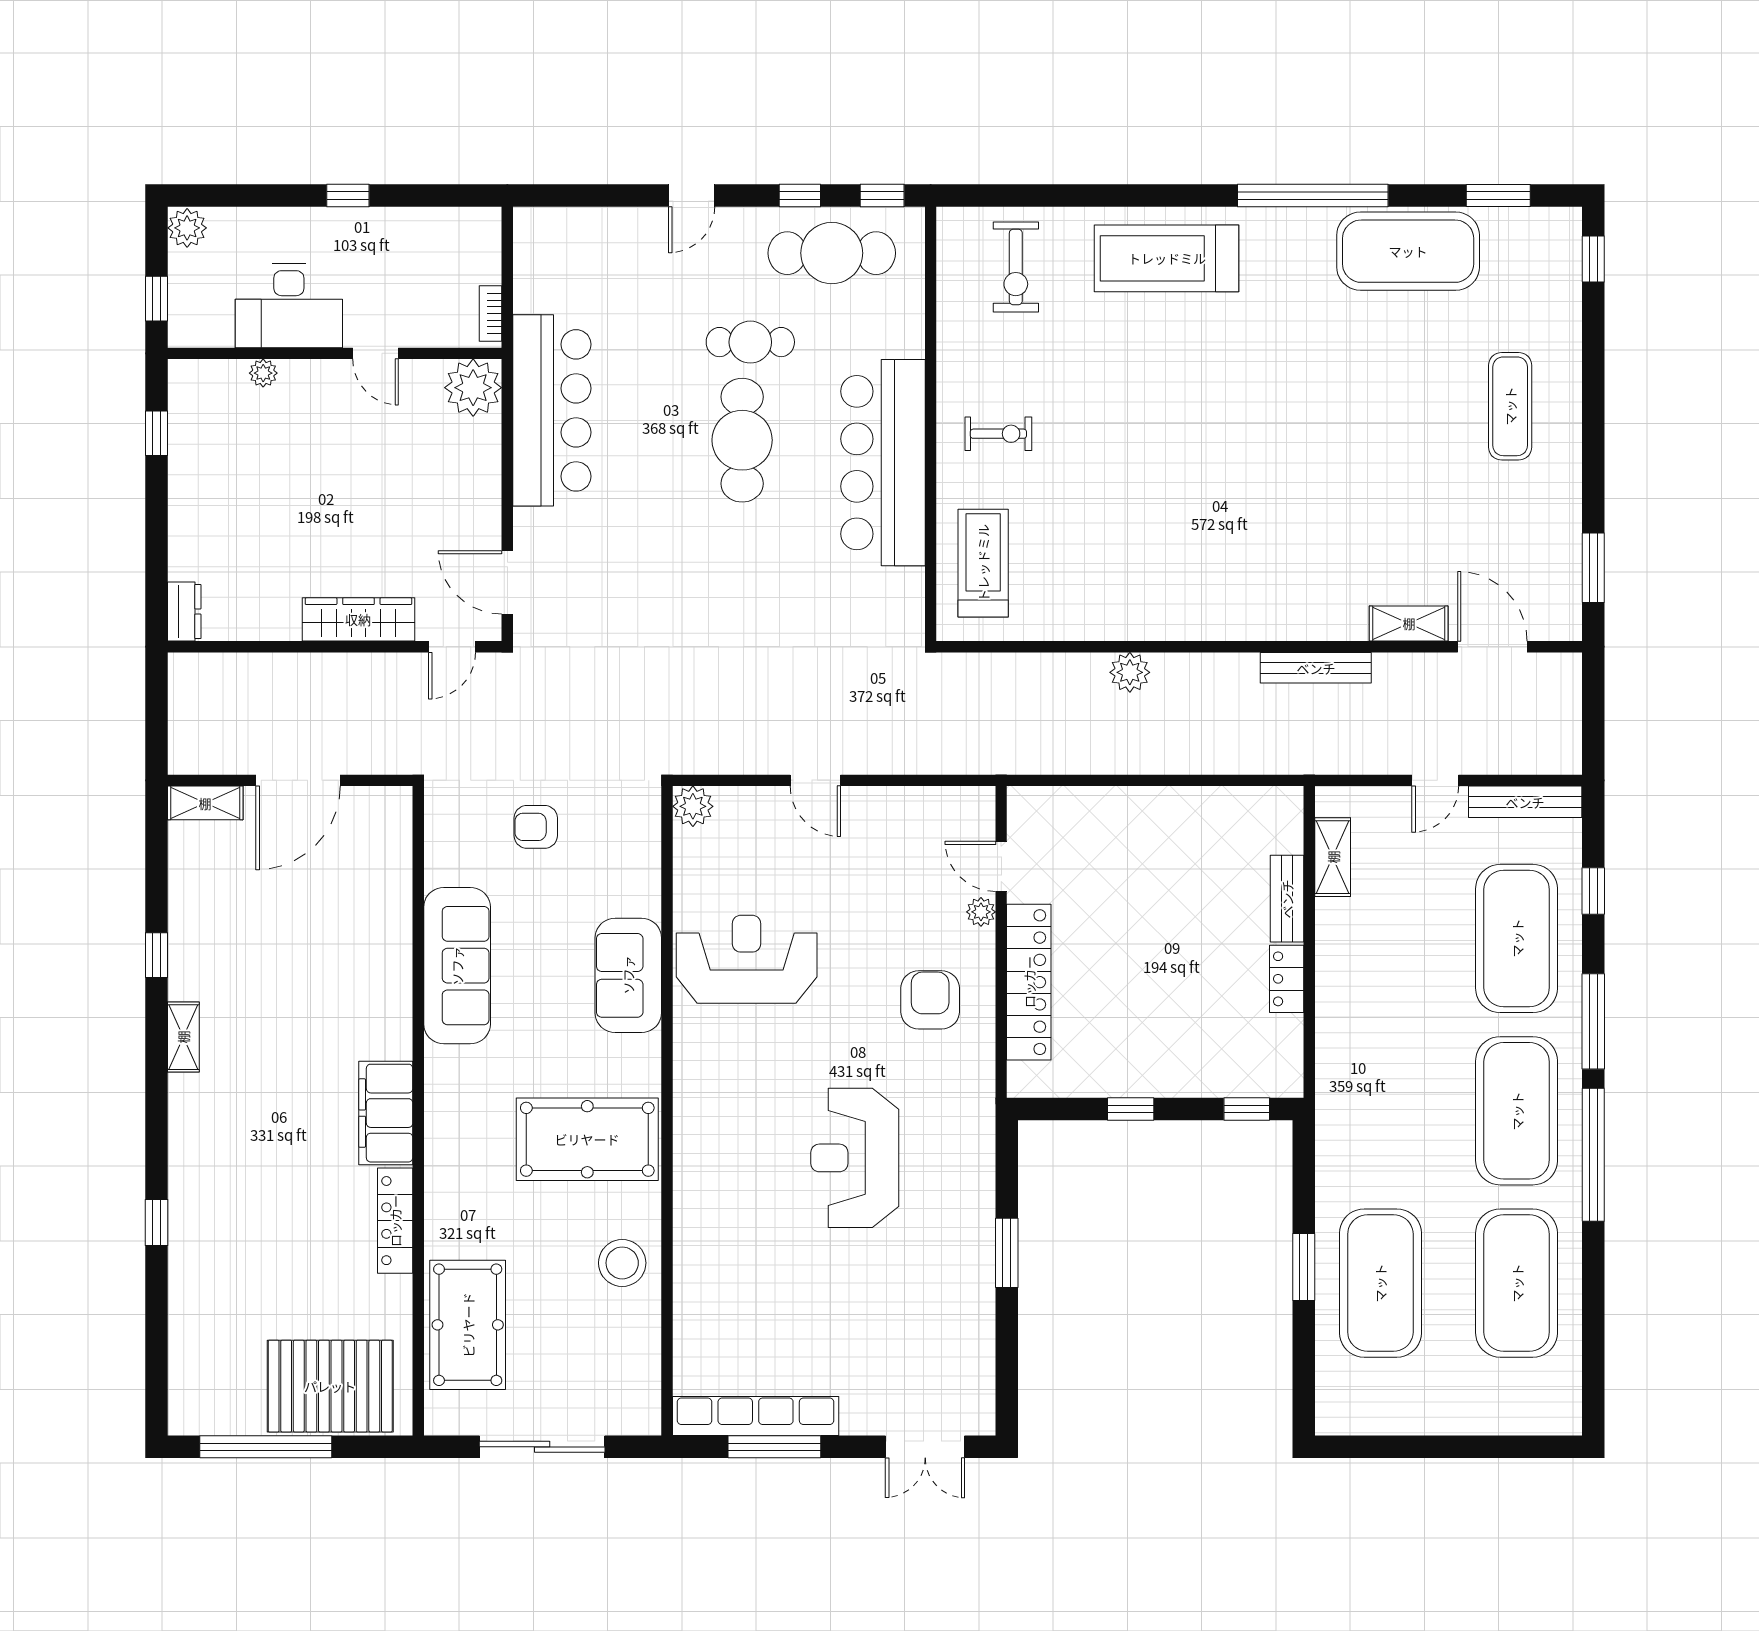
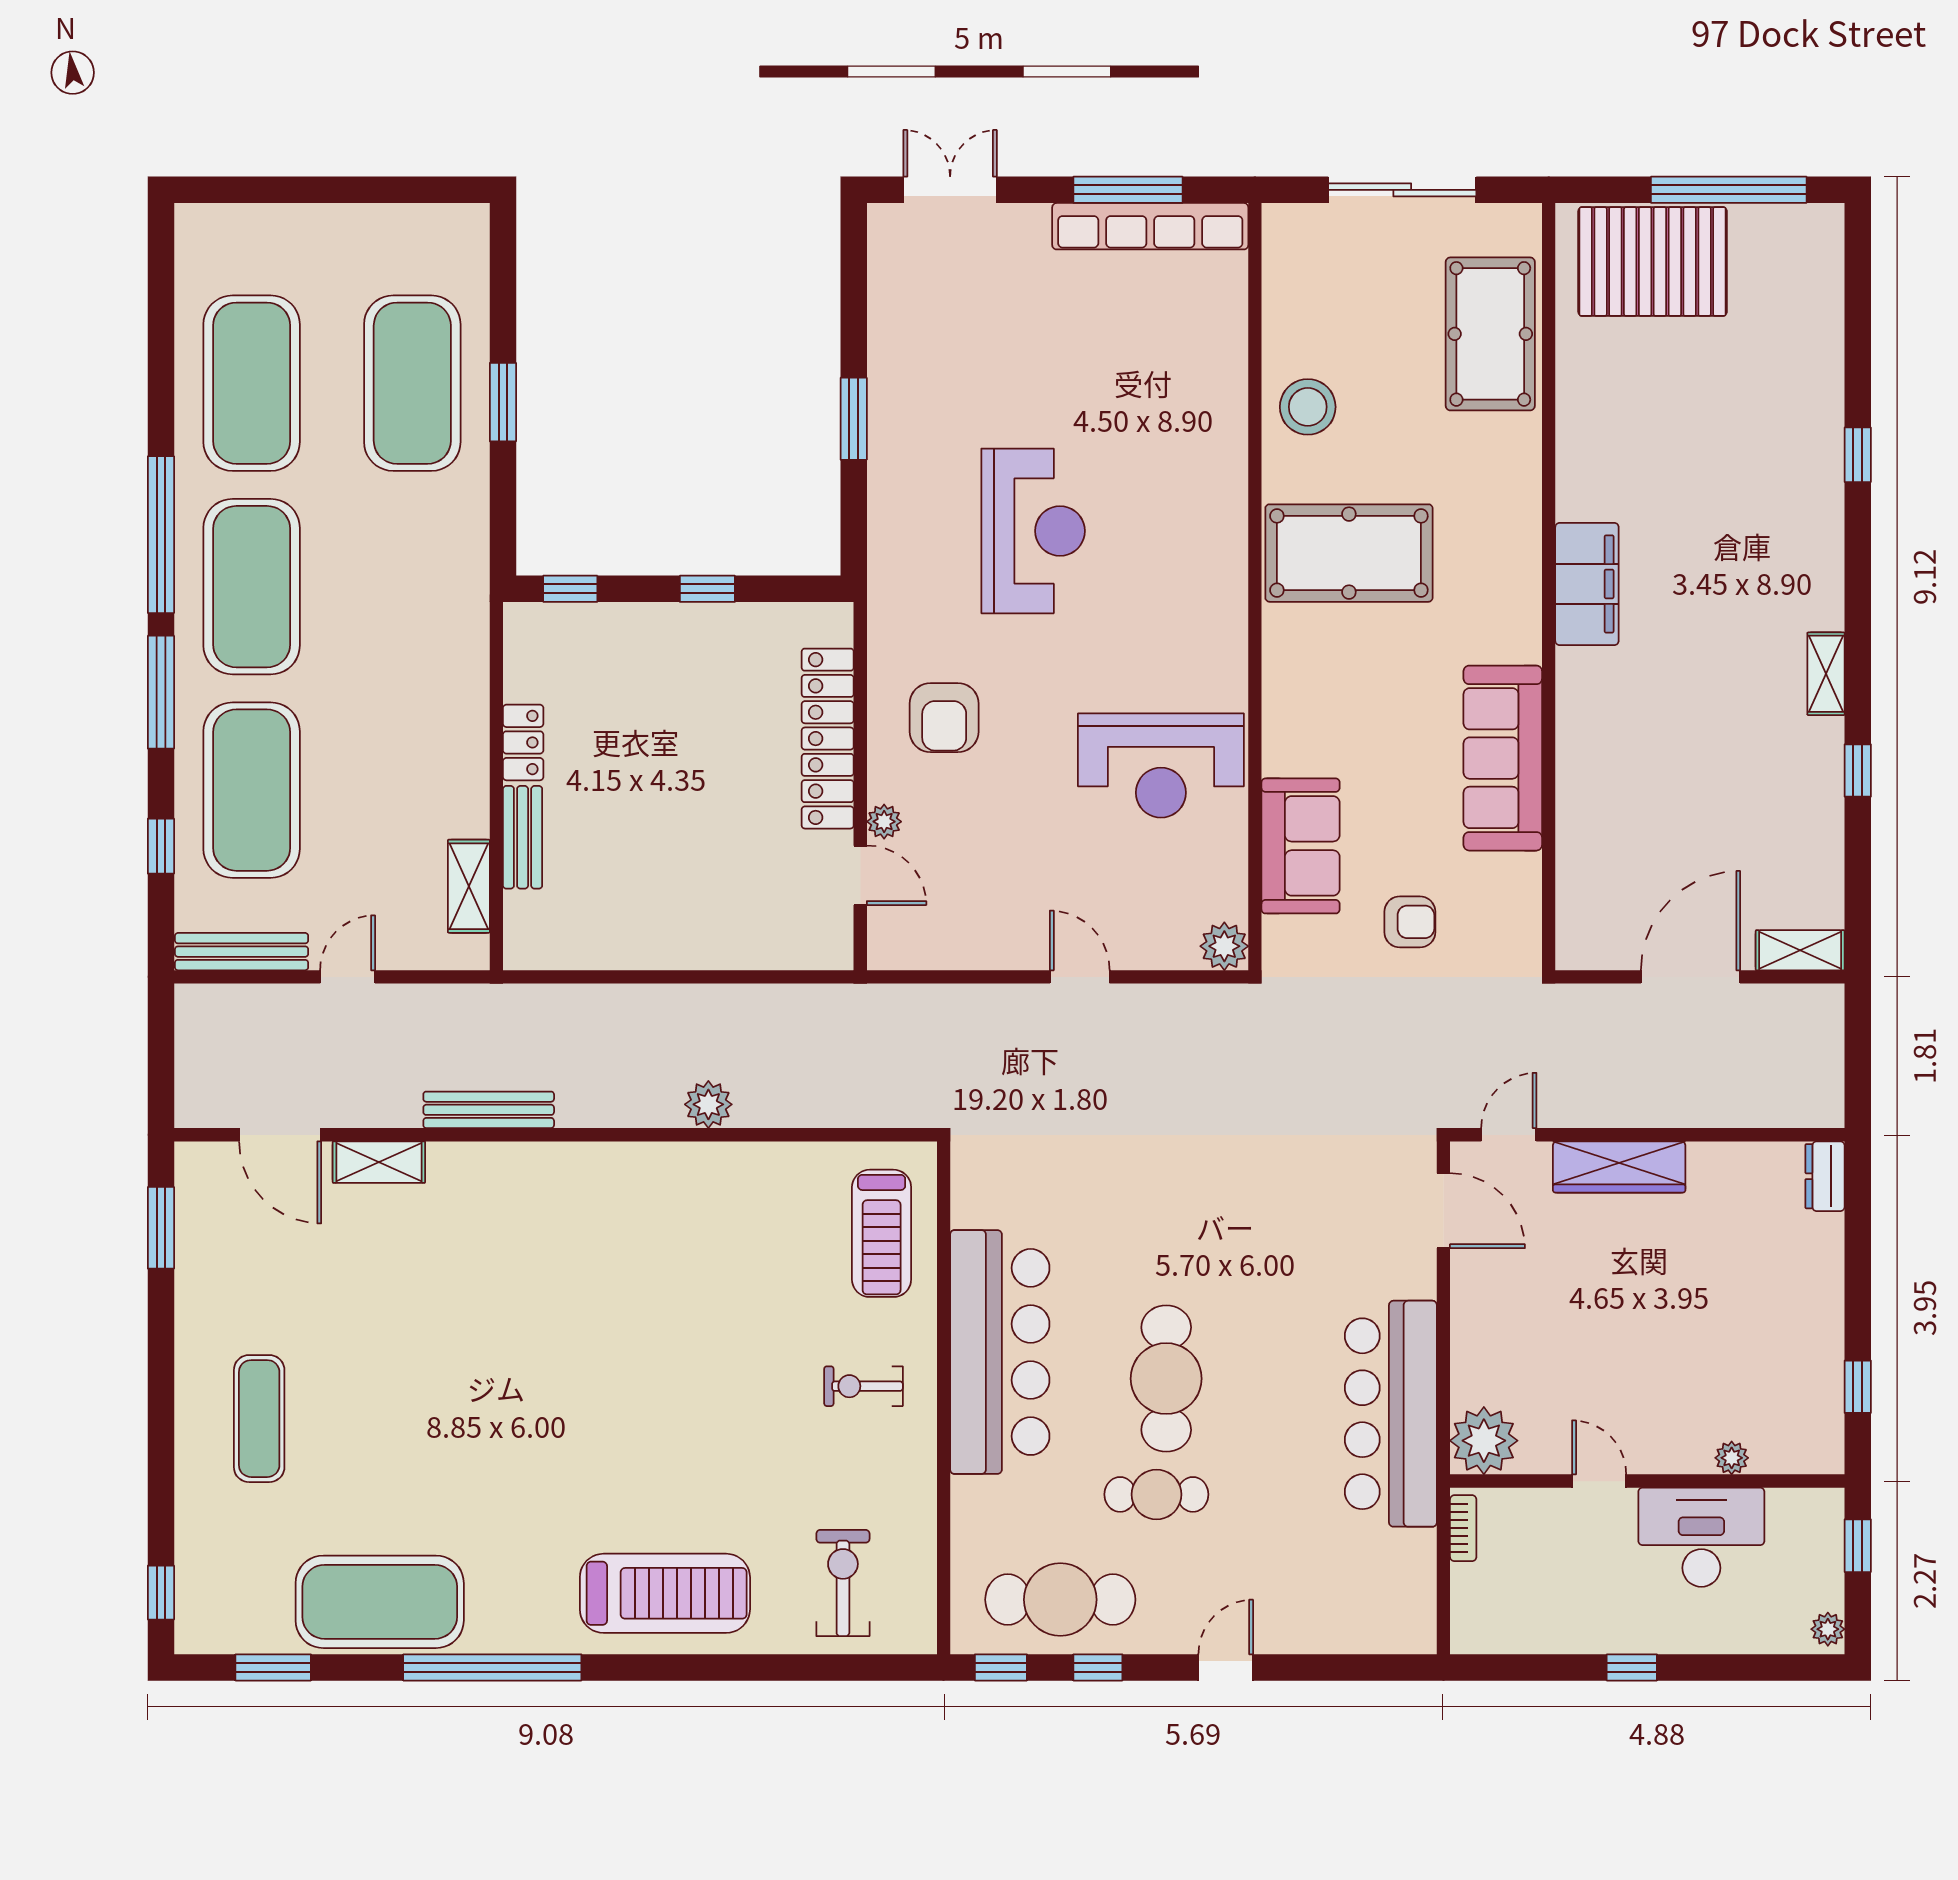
plant: (187, 228) -> (1828, 1629), width x0.73, depth x0.73
sofa: (628, 975) -> (1301, 846), moved
locker: (395, 1221) -> (1576, 457), removed

